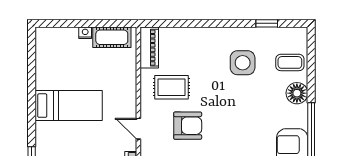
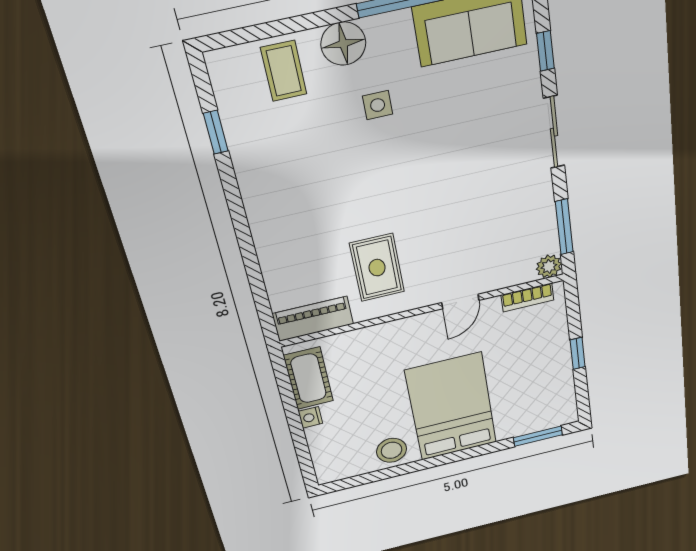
side table: (243, 63) -> (378, 105), moved, width x0.54, depth x0.54
stool: (48, 74) -> (392, 450), added
bed: (69, 106) -> (451, 407), width x1.50
armchair: (188, 126) -> (442, 225), removed

